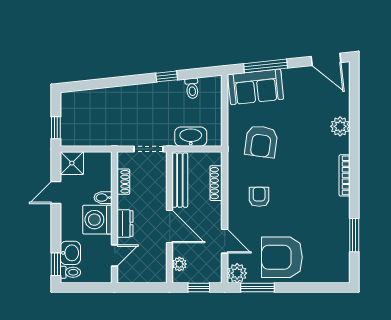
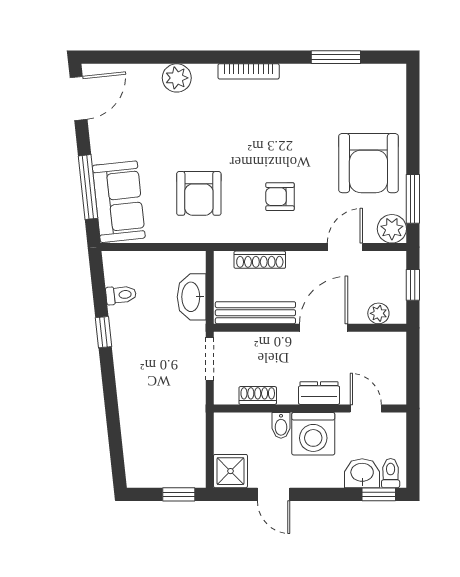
armchair: (261, 142) -> (199, 193), turned 82

